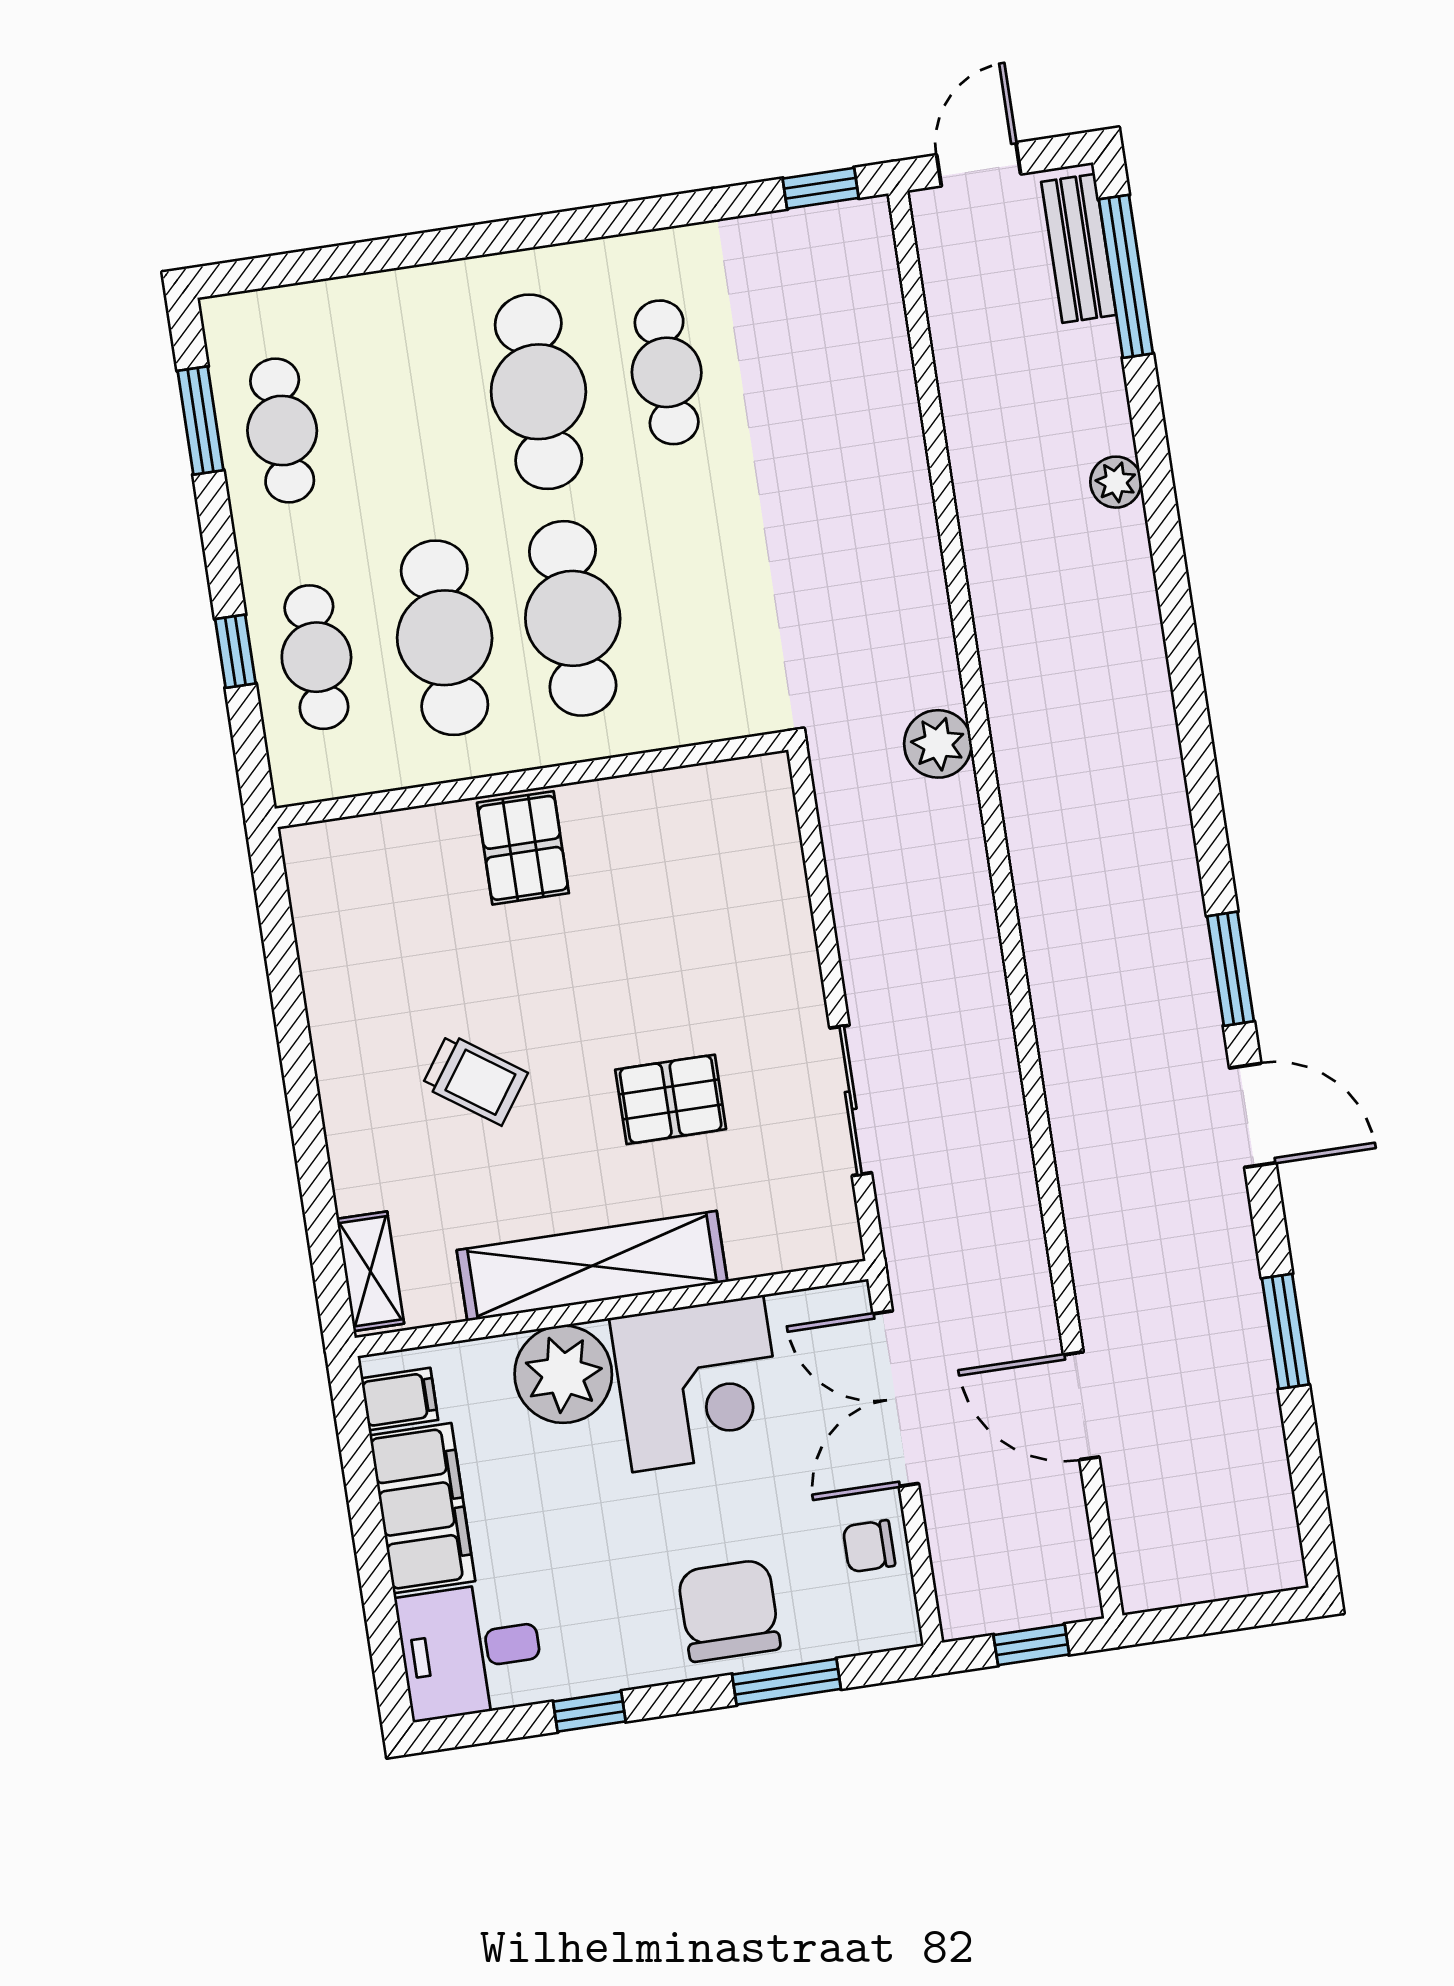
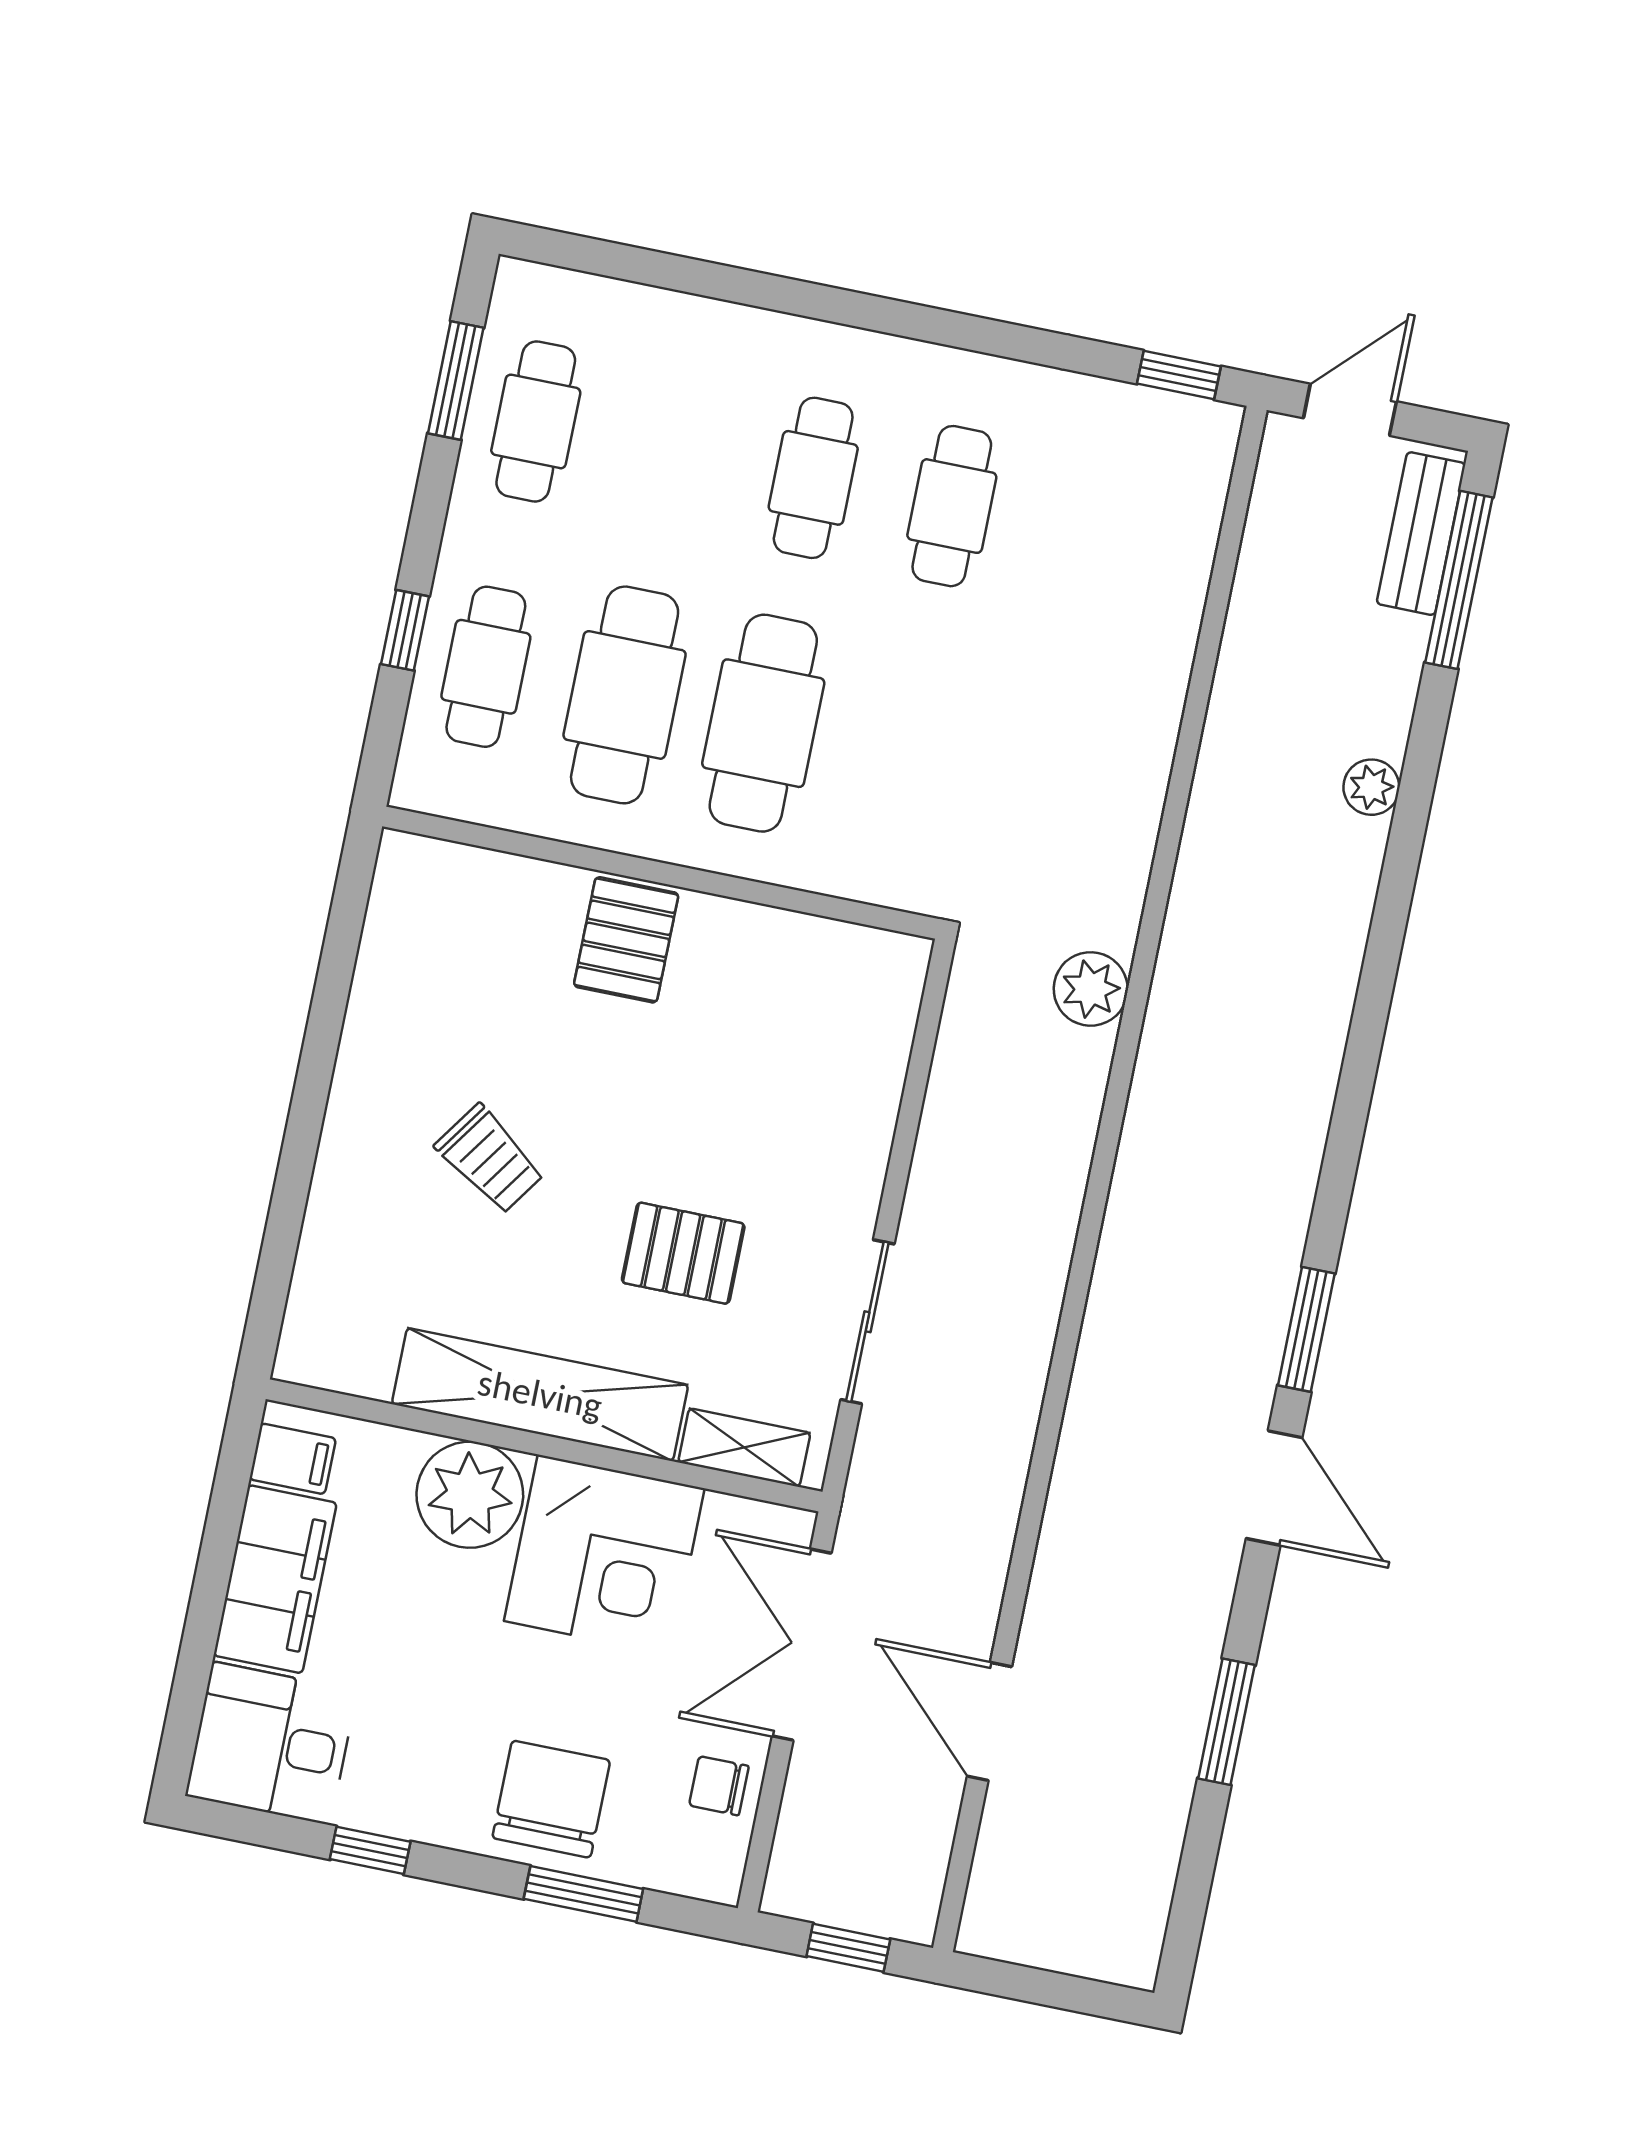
cafe table: (538, 392) -> (813, 478), width x0.73, depth x0.74
shelving: (370, 1271) -> (744, 1447), moved, turned 90

